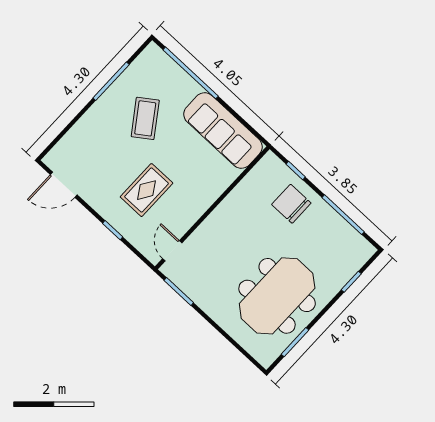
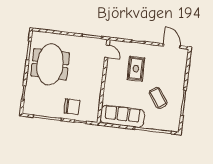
door: (64, 185) -> (172, 46), hinge flipped

